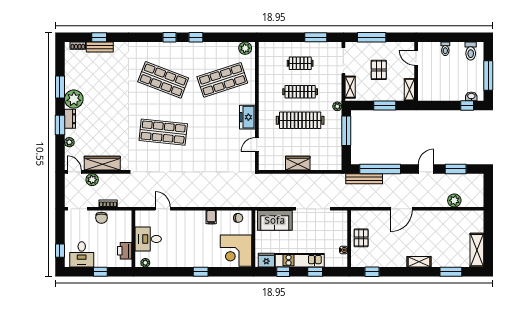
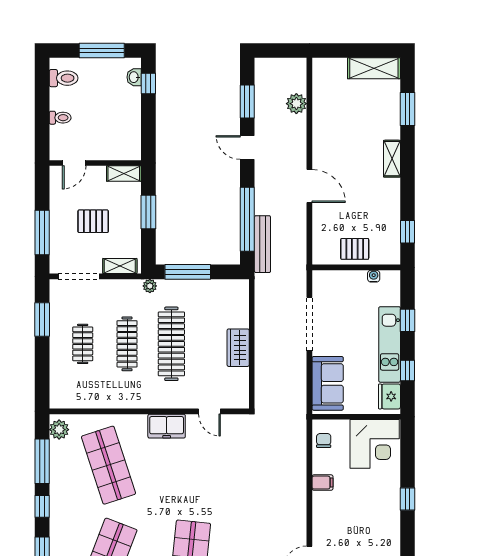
window: (225, 37) -> (42, 461), added

